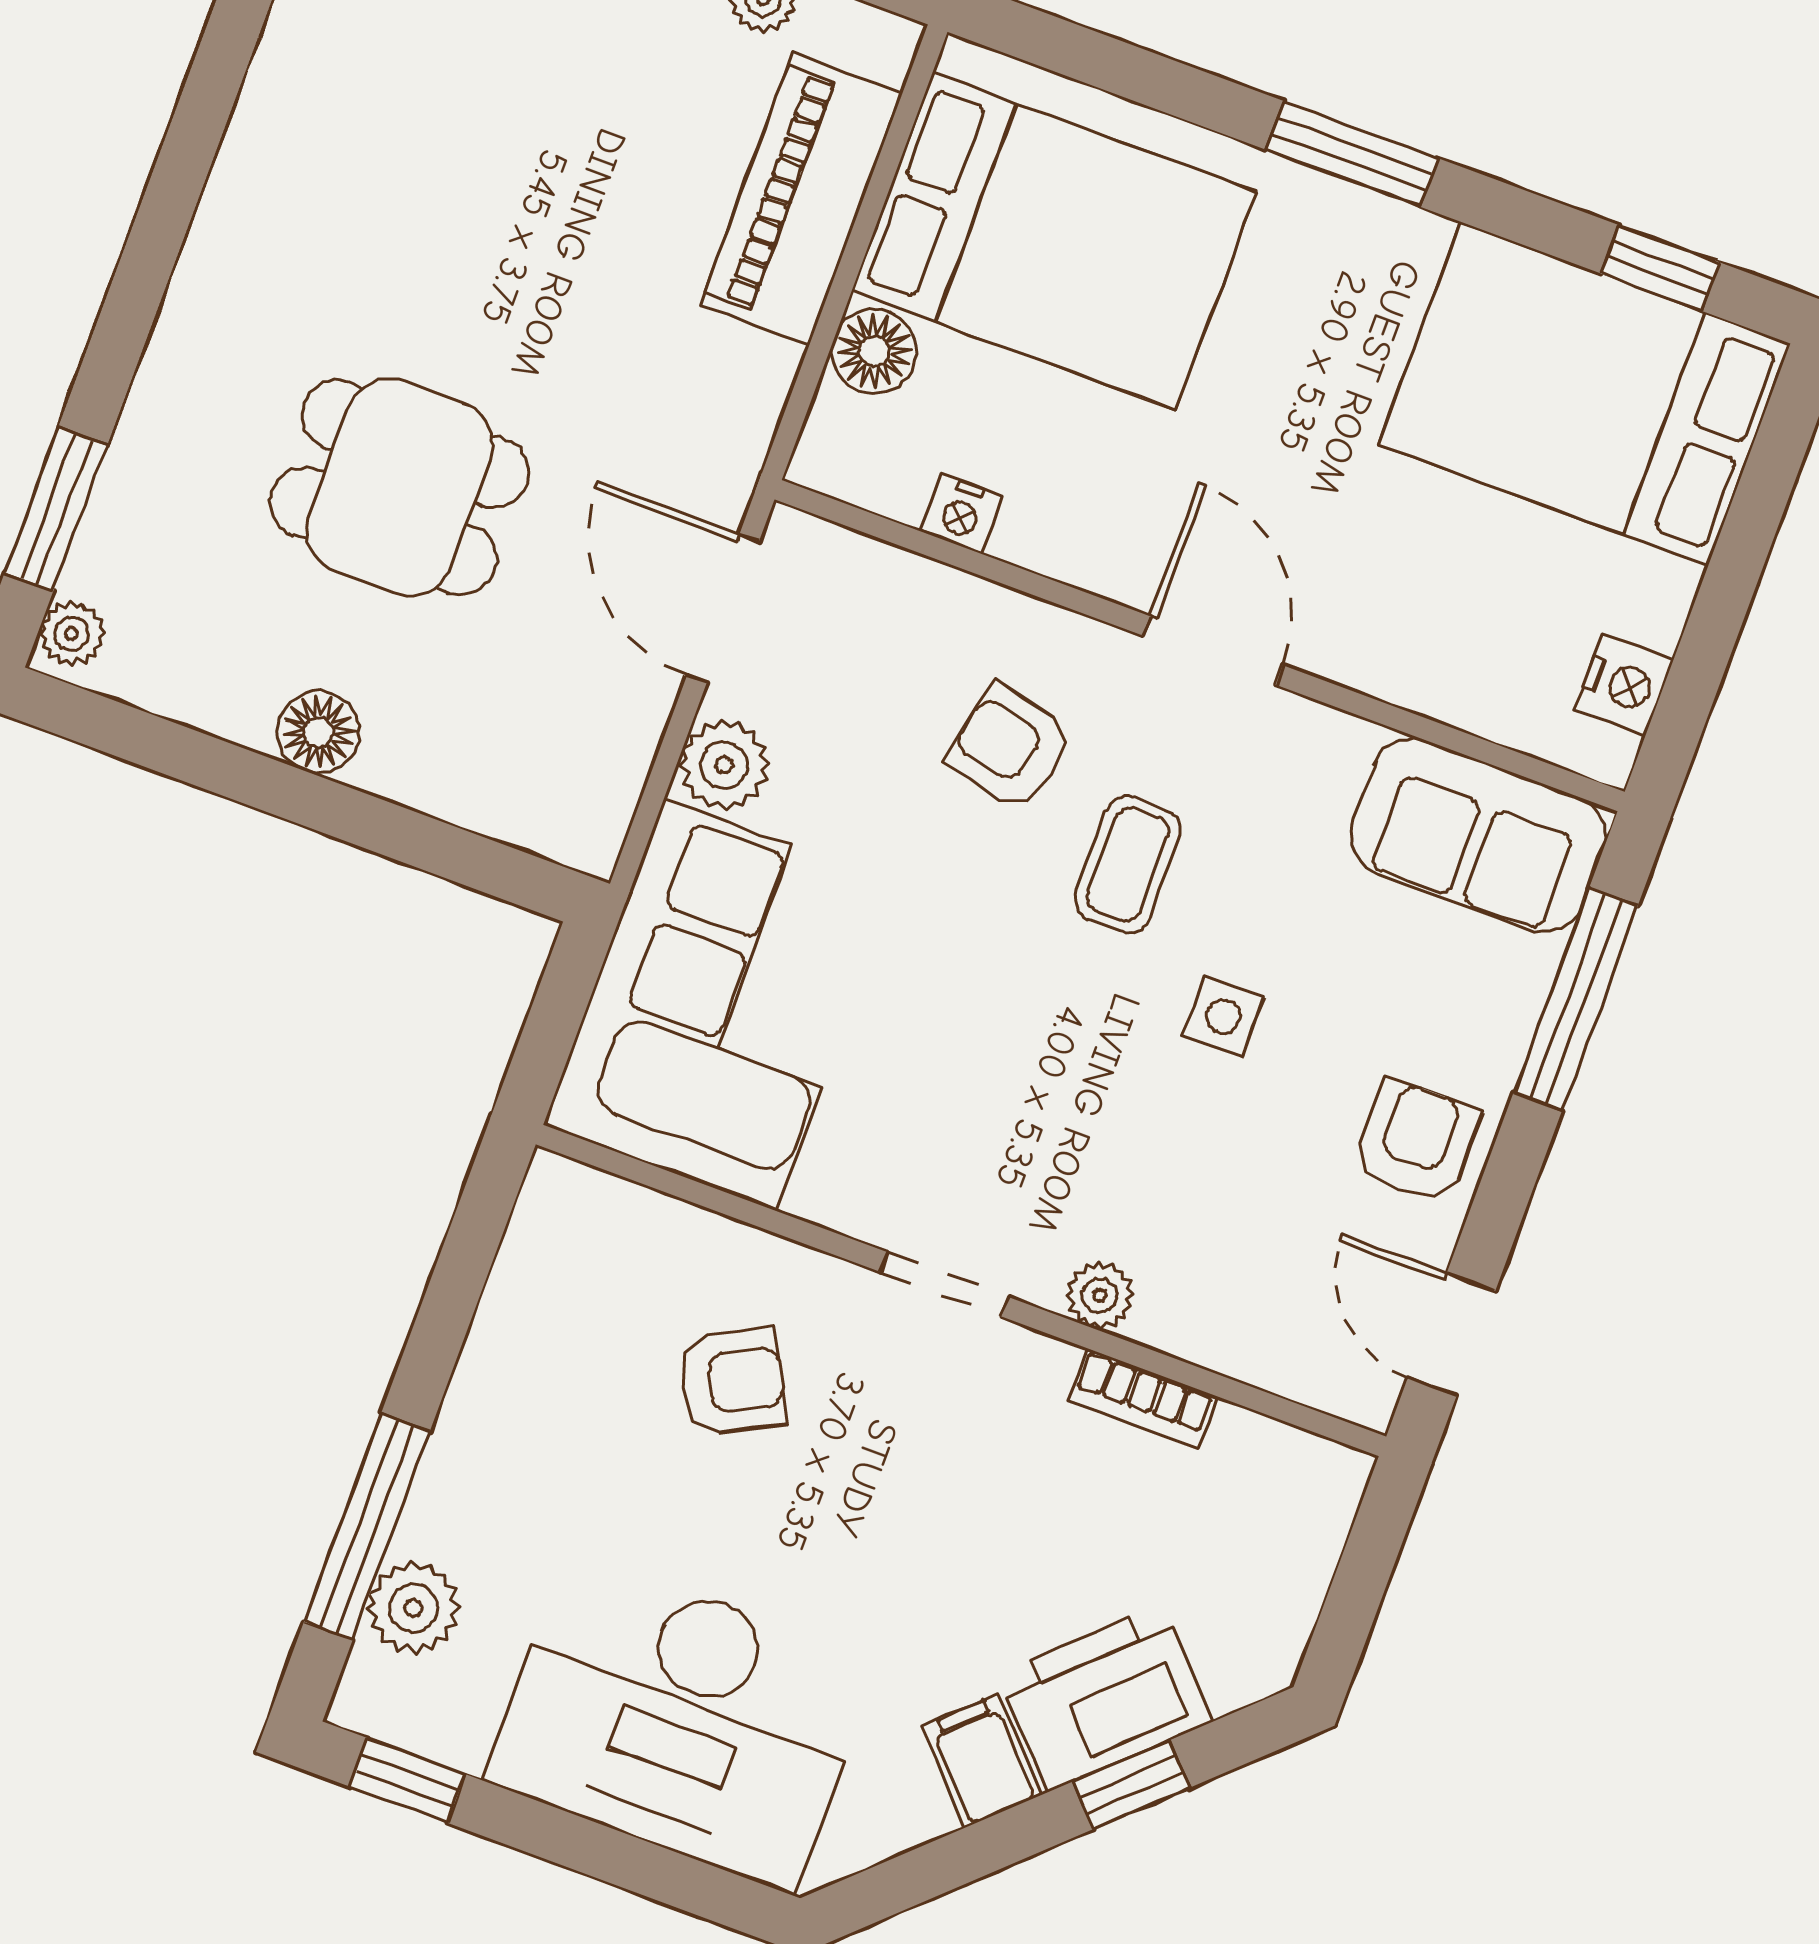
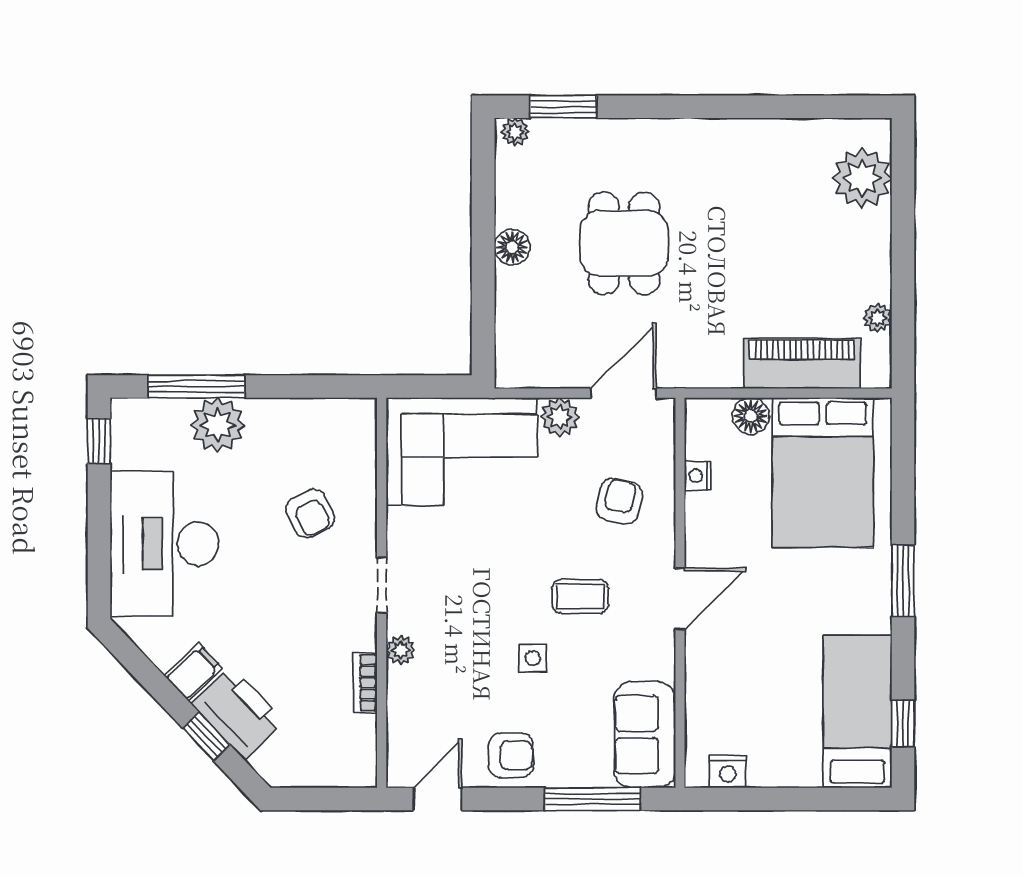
bed: (1584, 394) -> (857, 711), width x0.67
armchair: (1010, 747) -> (619, 501), moved
plant: (413, 1608) -> (218, 425), moved, width x1.36, depth x1.36

